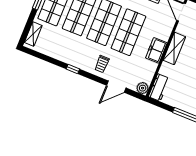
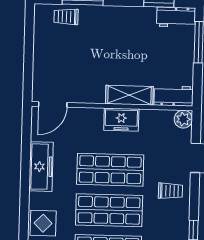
shelving: (174, 49) -> (129, 95), moved

